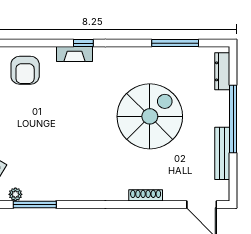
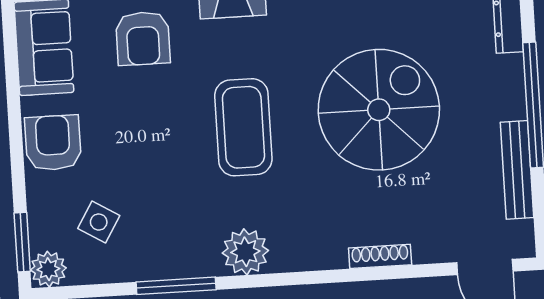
coffee table: (76, 121) -> (243, 127), added
plant: (15, 194) -> (245, 252), moved, width x1.87, depth x1.87

